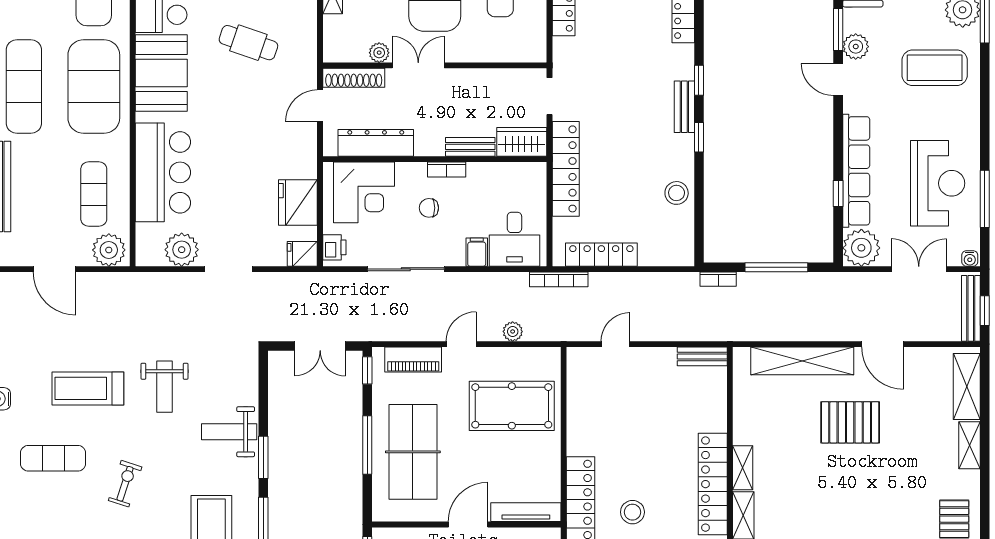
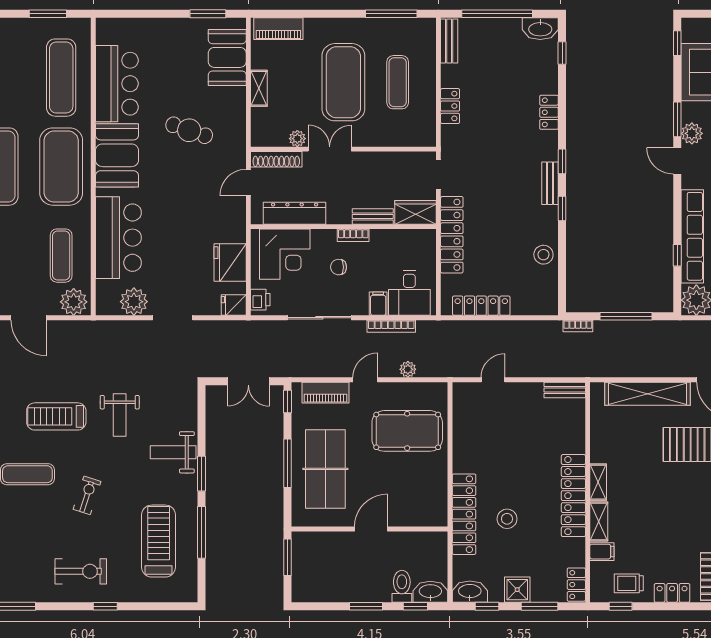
bookcase: (559, 279) -> (391, 326), moved
tv unit: (526, 512) -> (419, 519), removed

